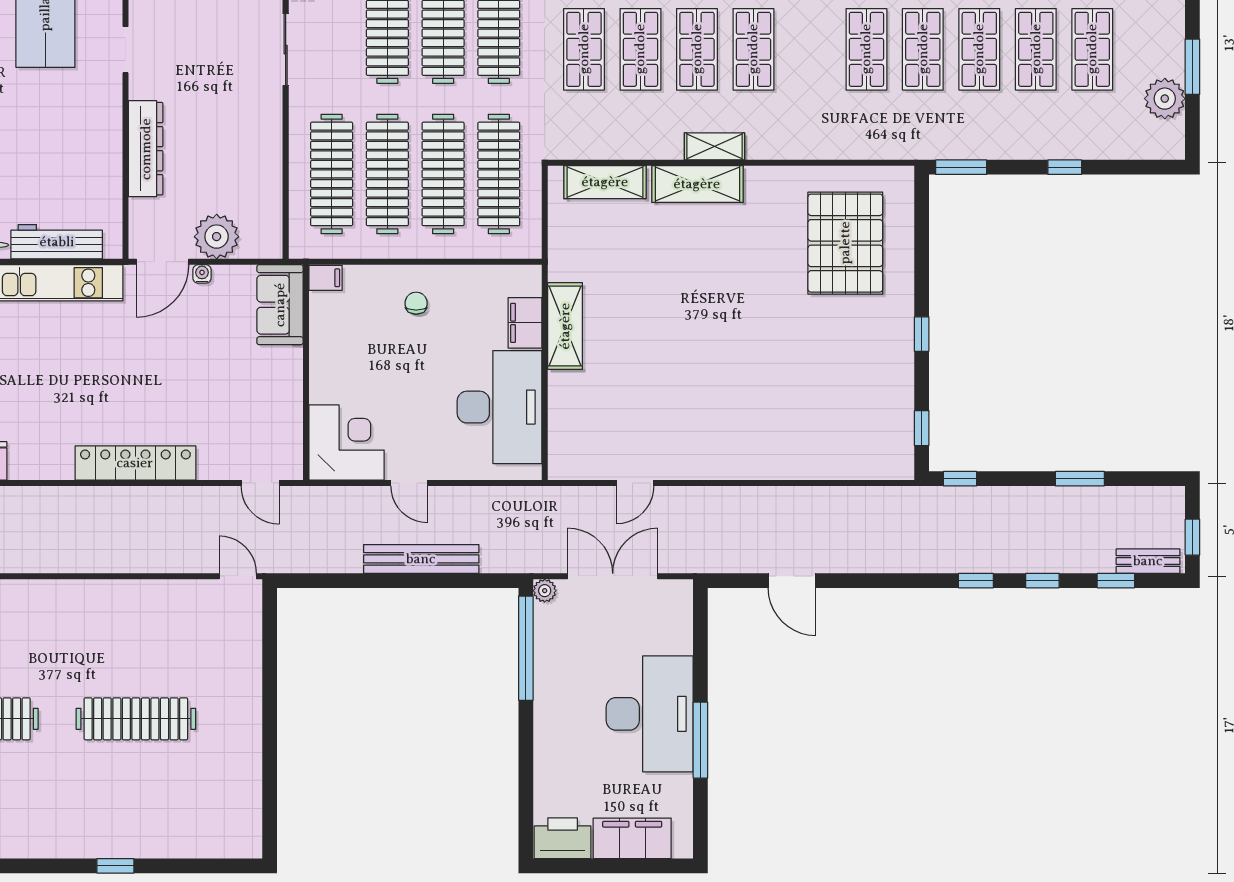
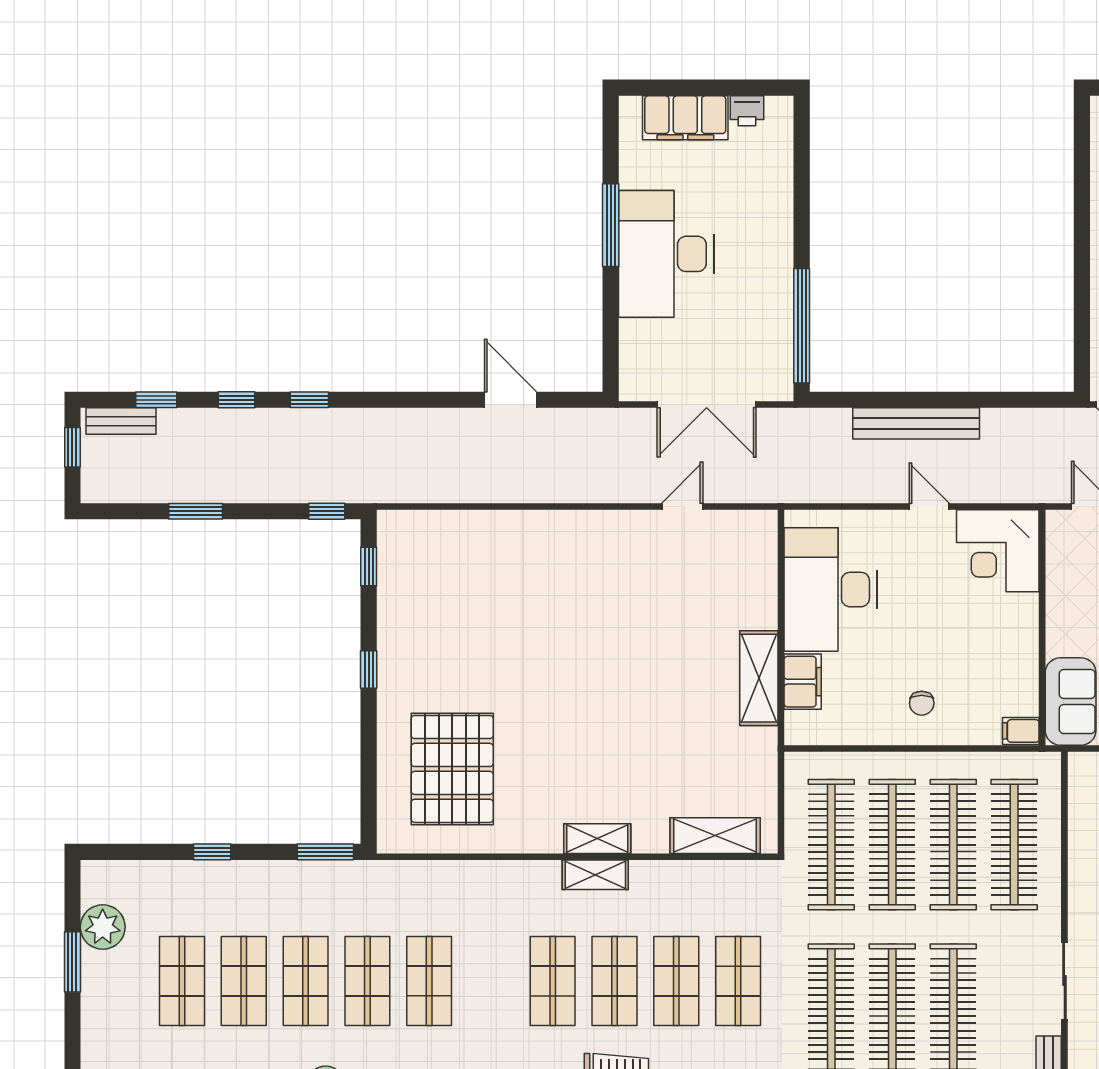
shelving: (697, 184) -> (597, 839), width x0.67, depth x0.75
plant: (545, 591) -> (781, 389), removed
printer: (563, 838) -> (747, 111), width x0.53, depth x0.68

